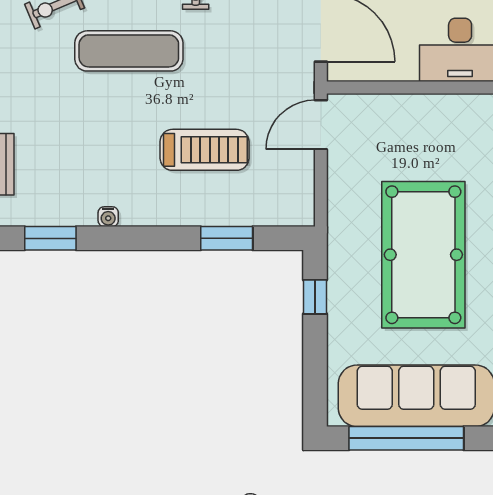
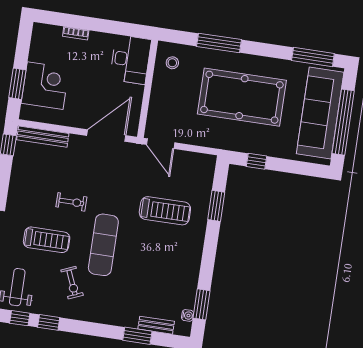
stool: (465, 124) -> (172, 63), added
treadmill: (204, 150) -> (165, 211), turned 90
water cooler: (108, 217) -> (188, 315), moved

